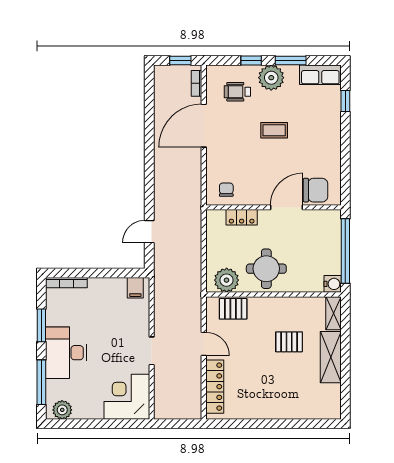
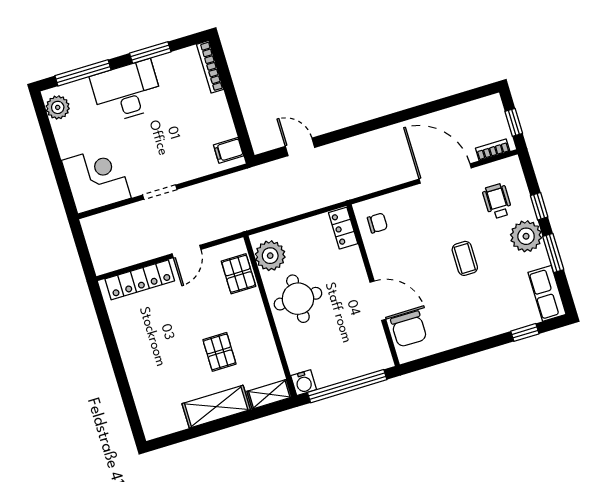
locker: (242, 217) -> (343, 228), moved

